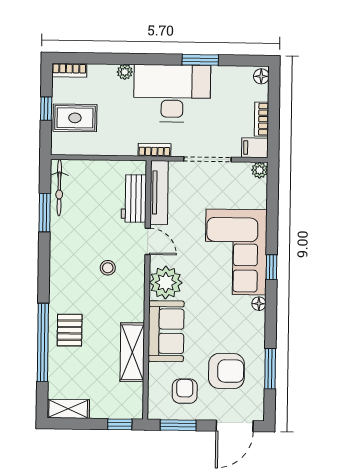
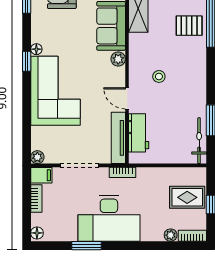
plant: (125, 72) -> (171, 235), moved
window: (272, 267) -> (27, 61), moved
plant: (166, 283) -> (118, 59), width x0.53, depth x0.53
pallet: (70, 330) -> (189, 26), turned 90

